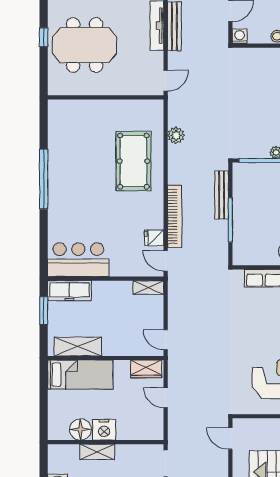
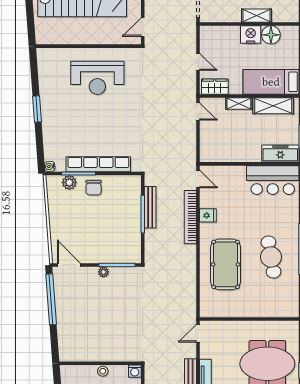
plant: (176, 135) -> (189, 286), removed
cafe table: (80, 170) -> (271, 257), added
bench: (222, 195) -> (150, 207), moved
fridge: (154, 238) -> (208, 215), moved
shelving: (148, 287) -> (239, 104), moved
door: (230, 438) -> (143, 27), swing flipped

